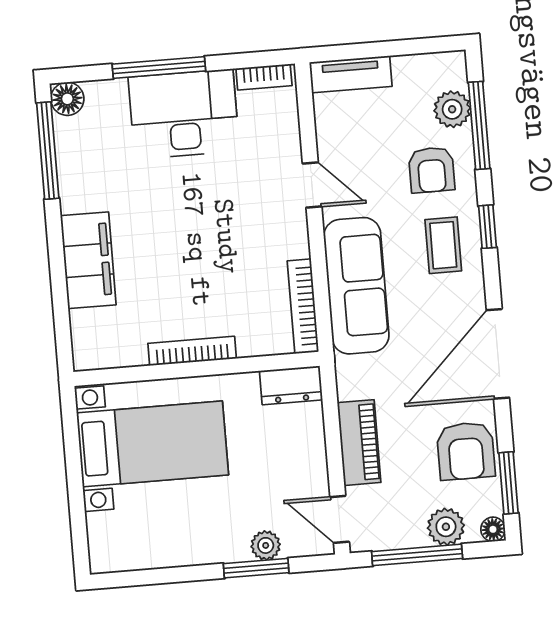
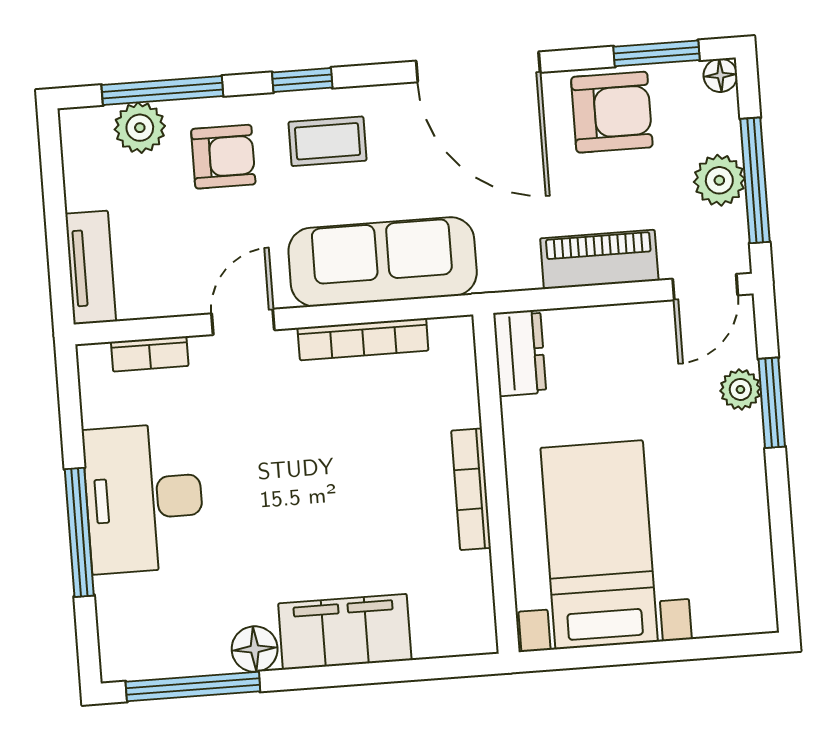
bookcase: (264, 77) -> (150, 354), moved, turned 90
floor lamp: (67, 99) -> (255, 649), moved
bookcase: (303, 306) -> (363, 339), moved
plant: (446, 527) -> (719, 180), moved

